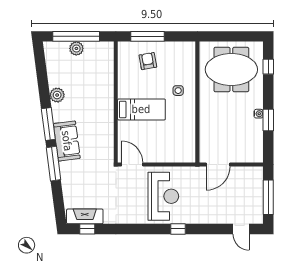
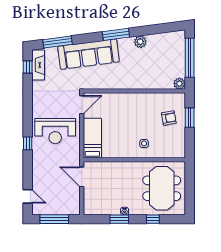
window: (147, 36) -> (190, 118), width x0.69
plant: (76, 48) -> (179, 84), moved
window: (268, 67) -> (153, 219), moved
bed: (141, 109) -> (92, 138), moved, turned 180
sofa: (67, 141) -> (88, 54), width x1.85, depth x1.27
window: (53, 164) -> (58, 42), moved
door: (241, 229) -> (28, 196), swing flipped

